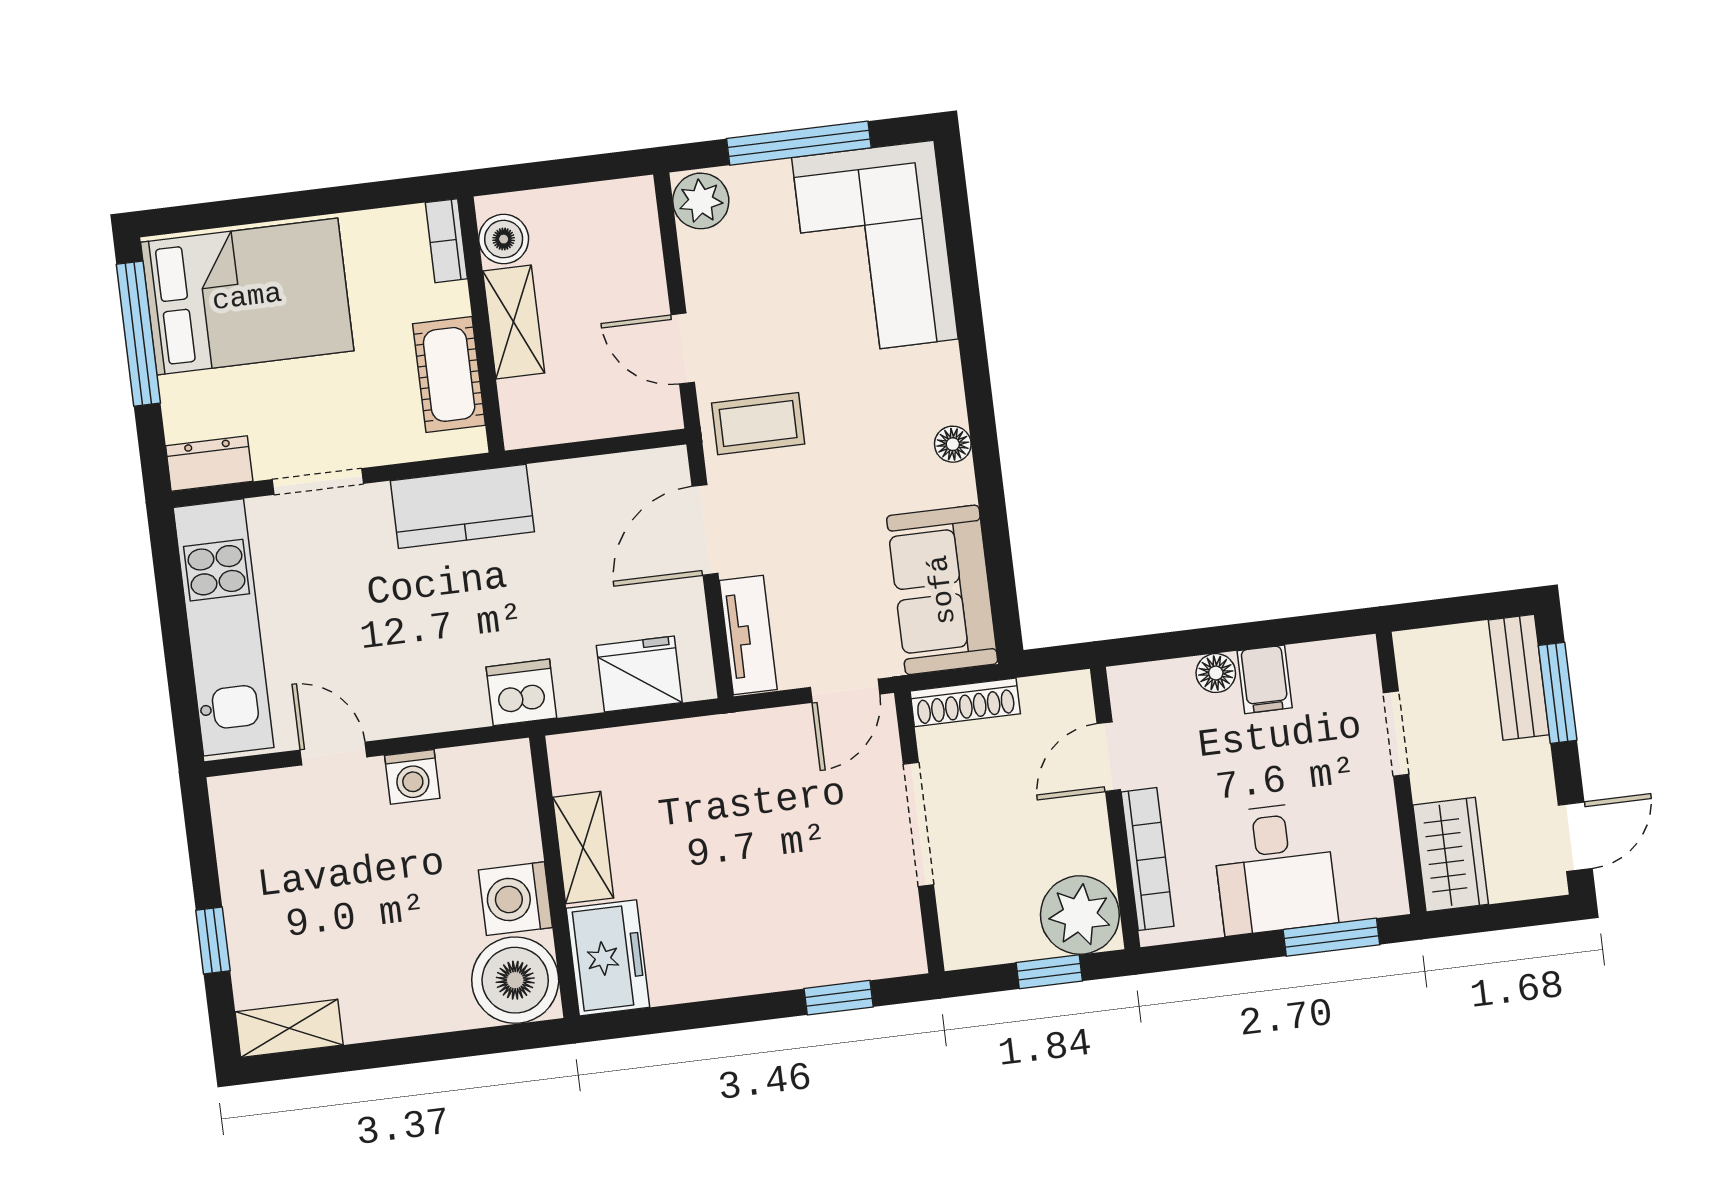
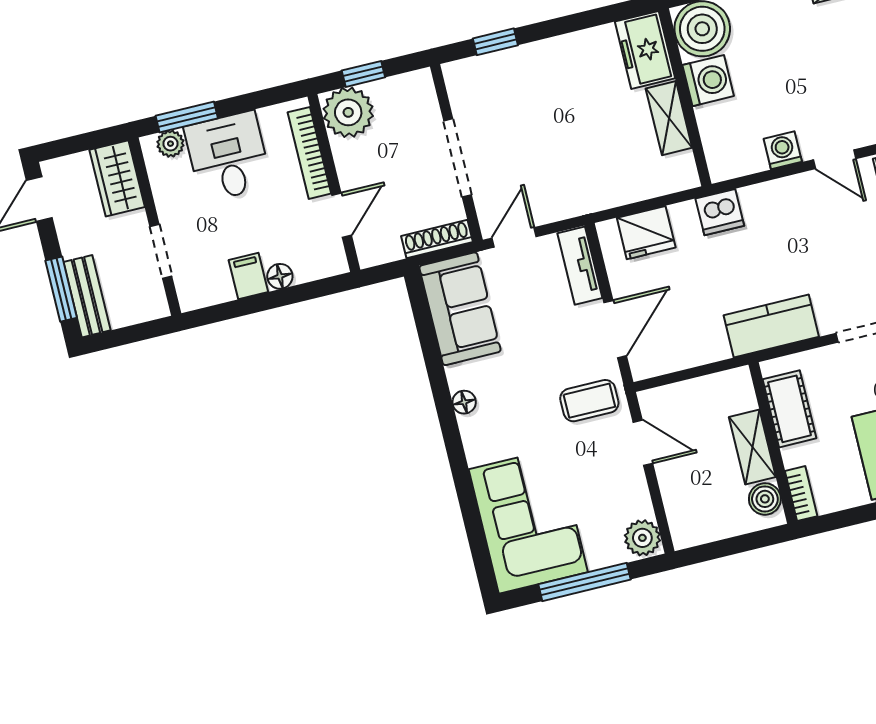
plant: (1361, 899) -> (170, 144), added

